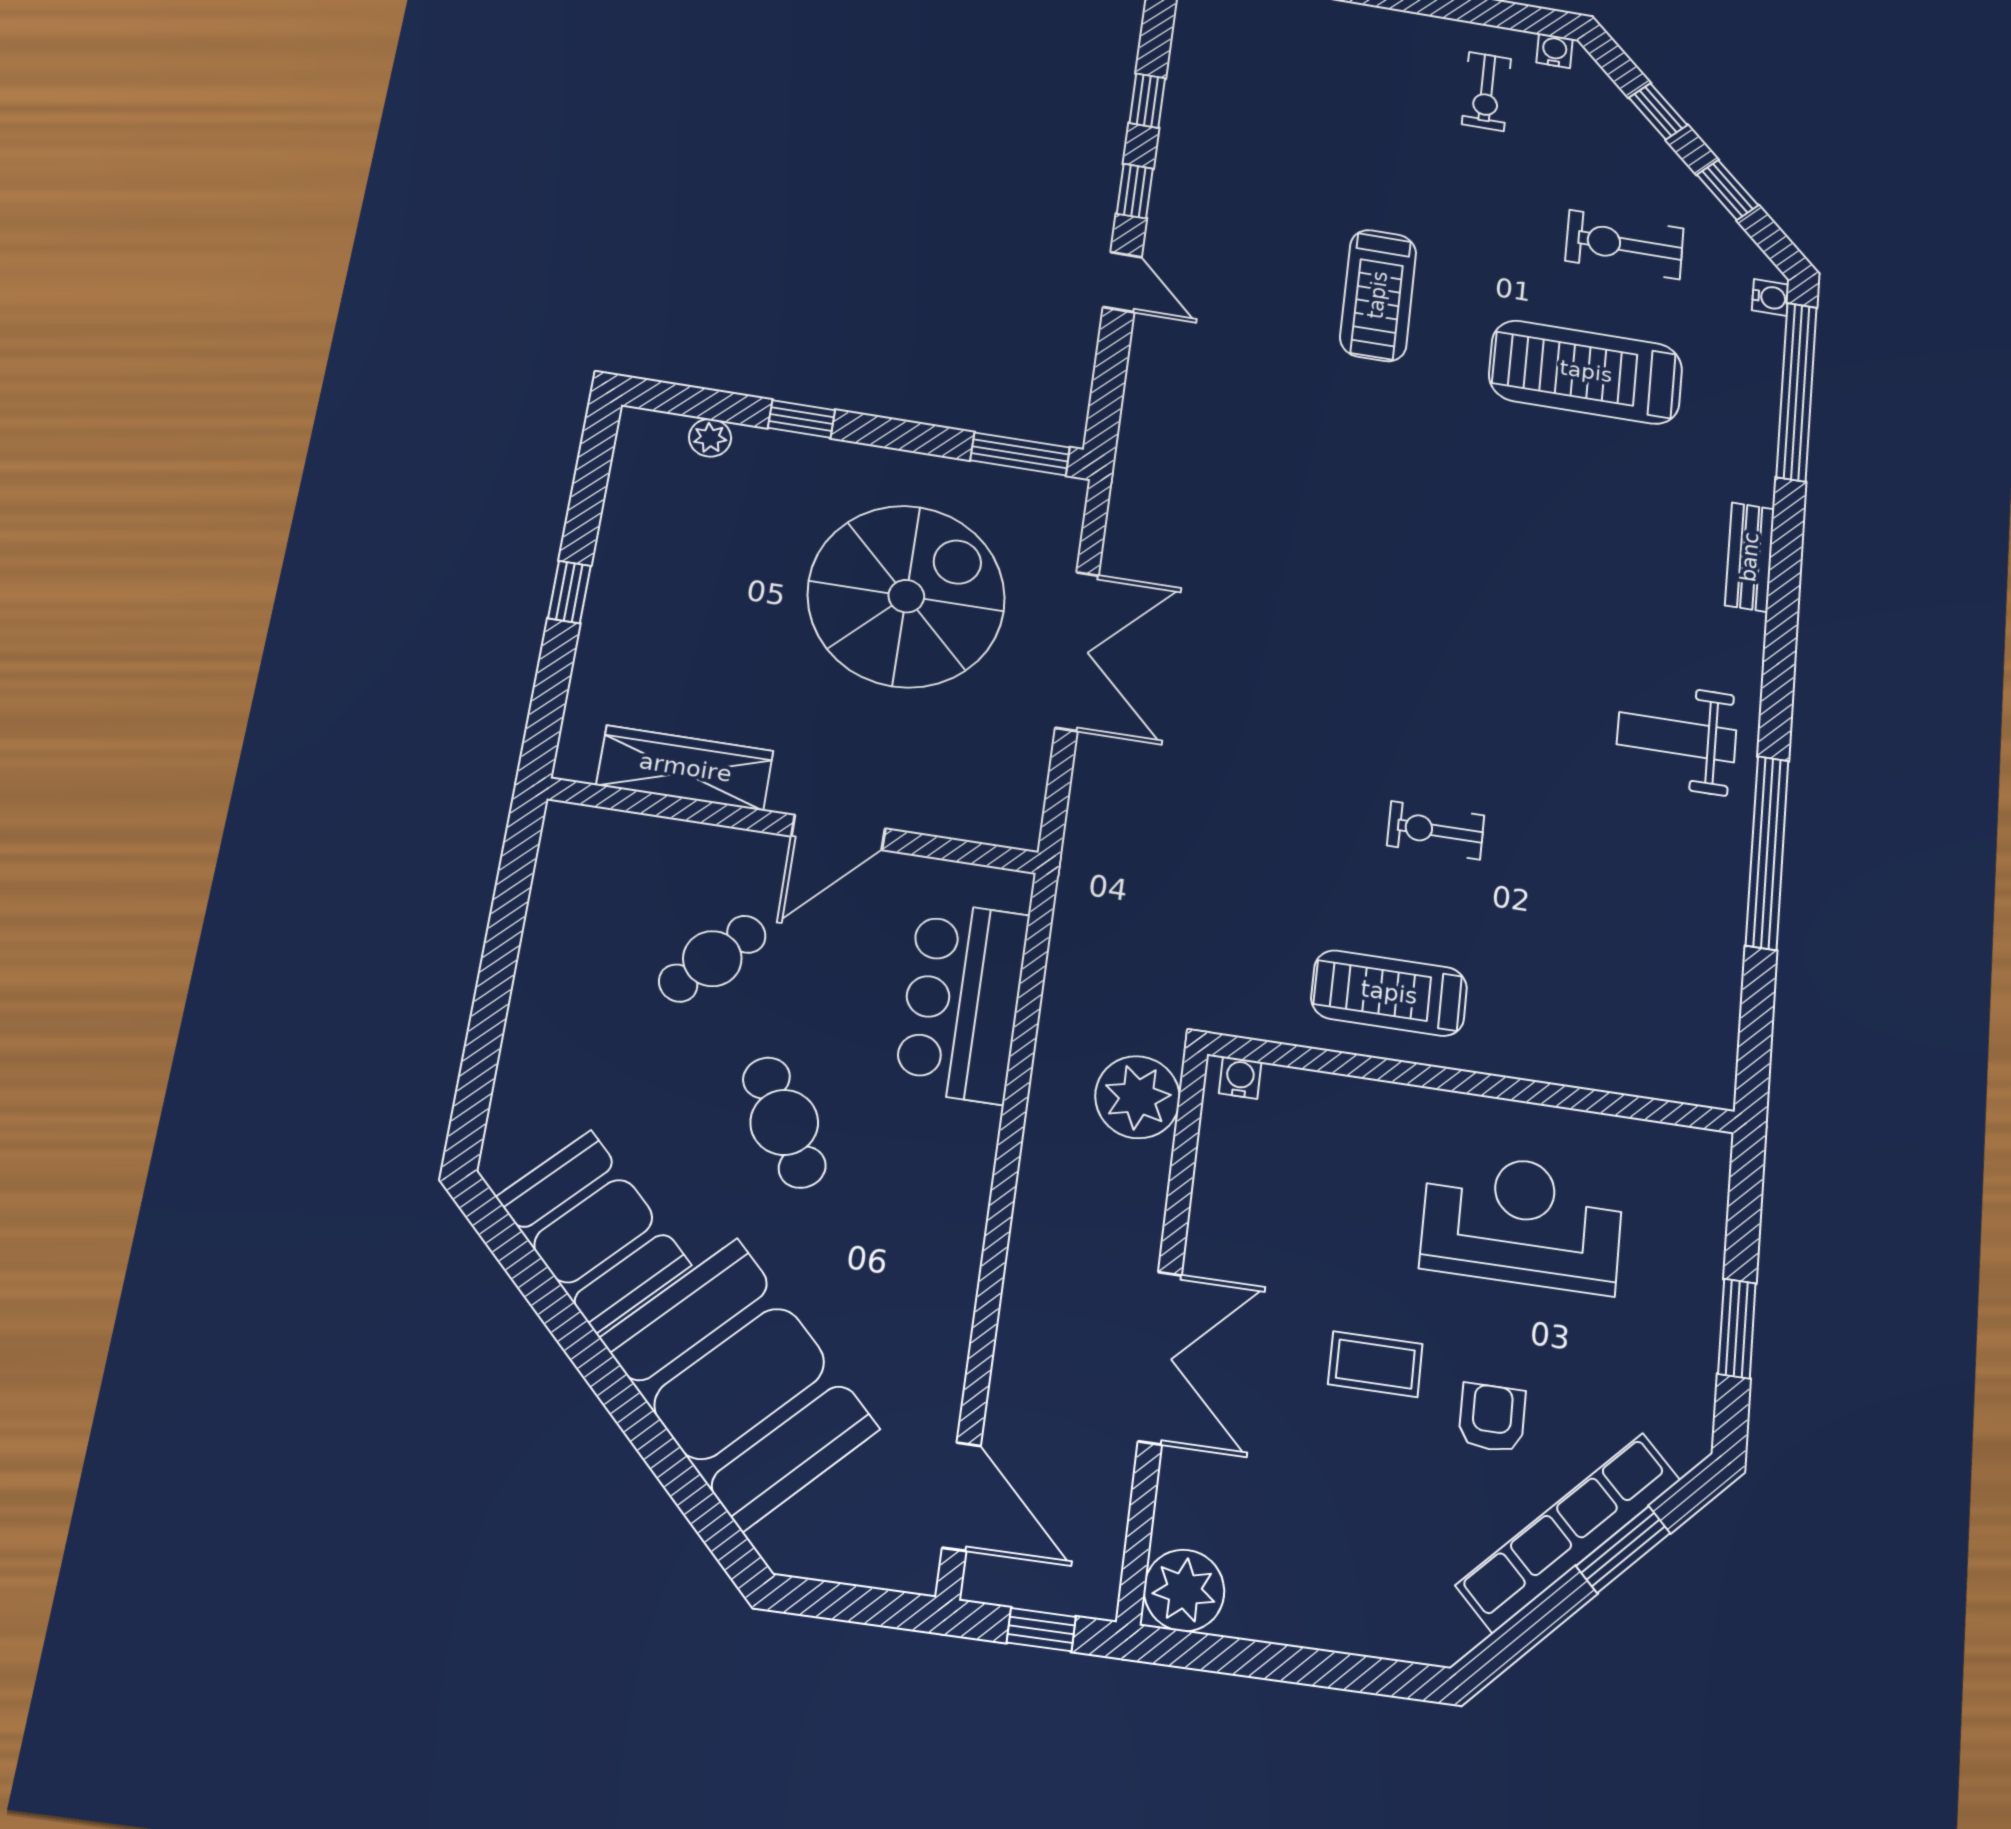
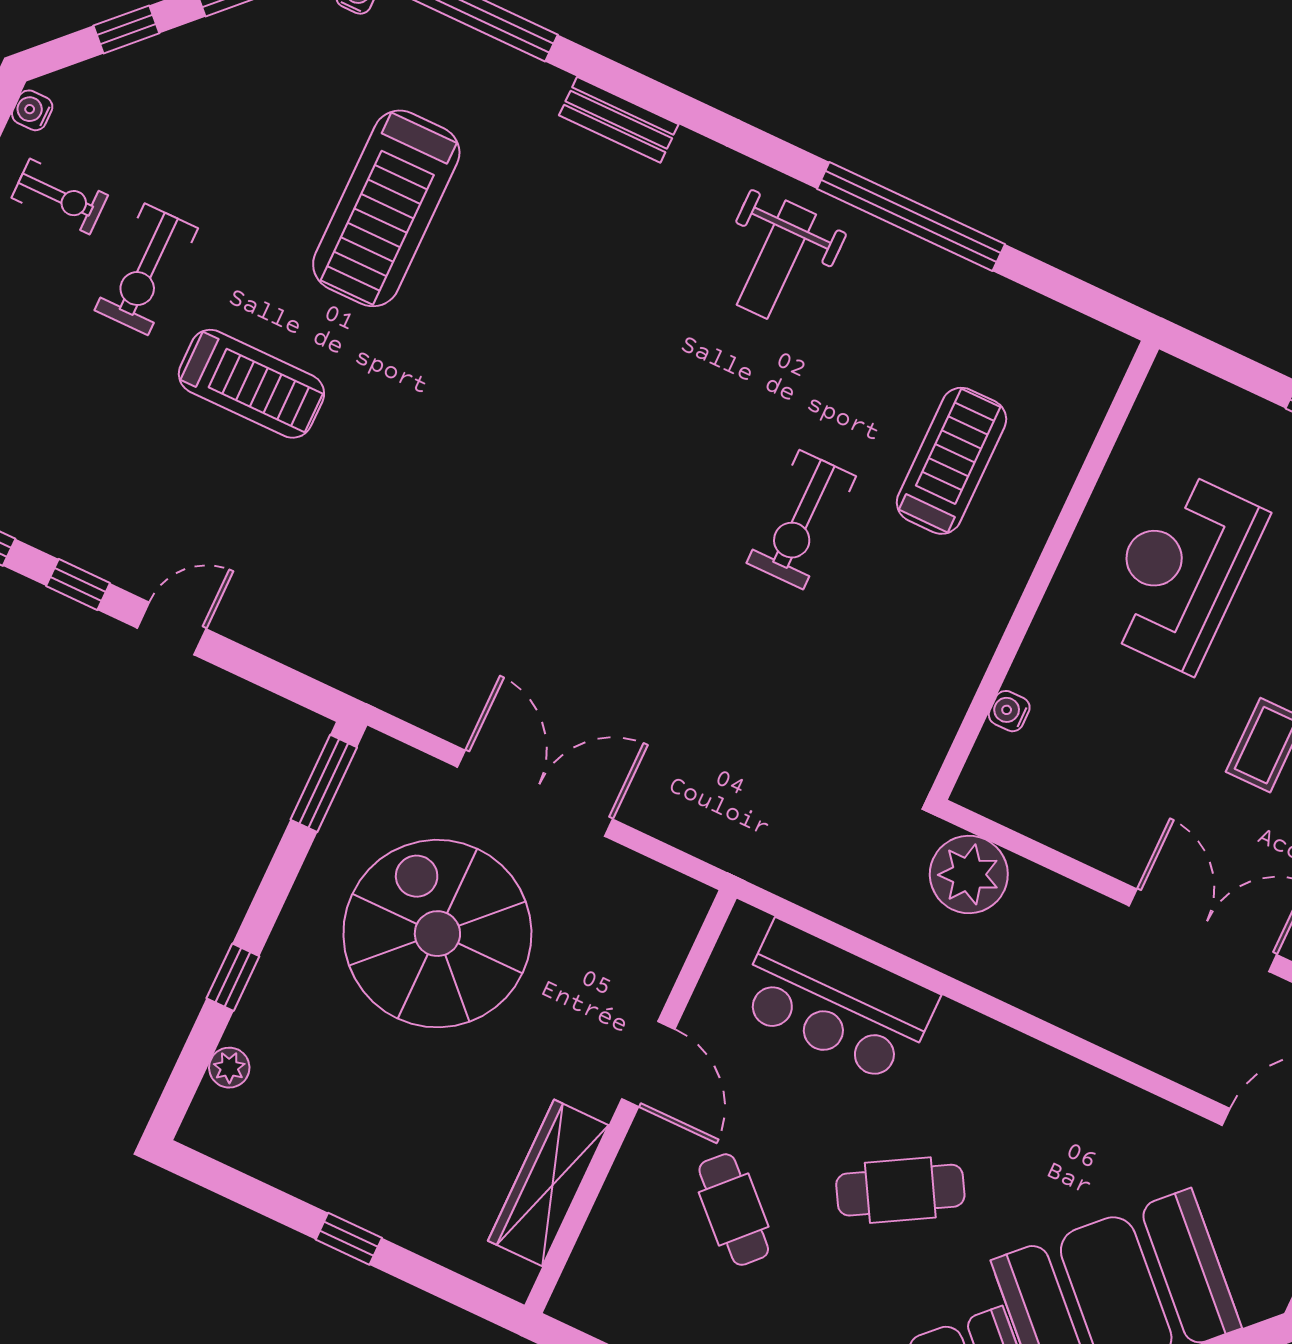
exercise bike: (1625, 245) -> (146, 269), moved
exercise bike: (1436, 830) -> (801, 520), width x1.38, depth x1.39
treadmill: (1389, 993) -> (951, 461), moved, turned 180
water cooler: (1240, 1078) -> (1009, 711), moved

